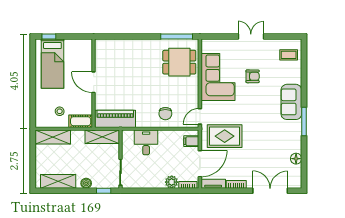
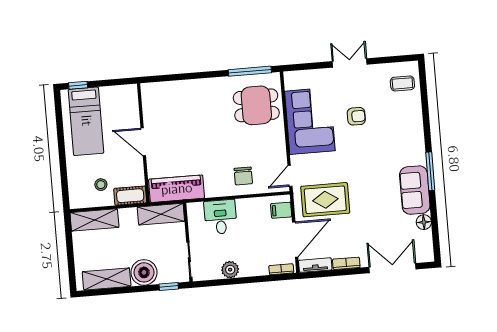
sofa: (291, 102) -> (415, 190), moved
plant: (172, 182) -> (230, 270), moved
boiler: (86, 183) -> (144, 272), width x1.86, depth x1.86

